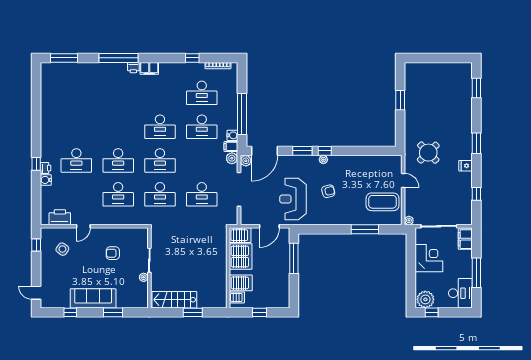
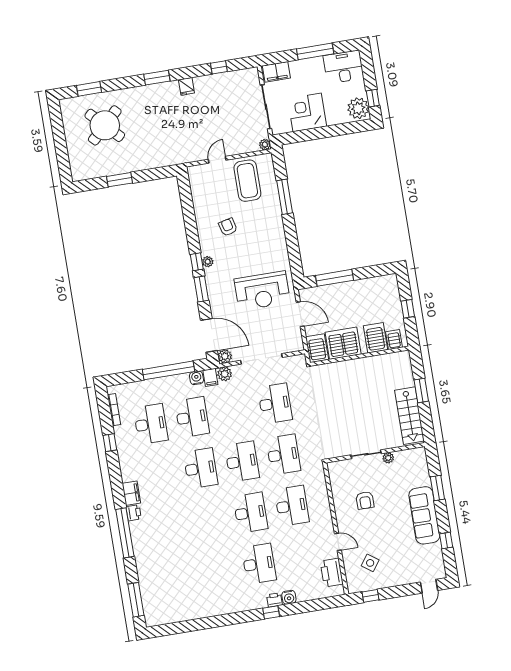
round table: (428, 153) -> (105, 125), moved, width x1.36, depth x1.36
armchair: (328, 191) -> (228, 227), moved

